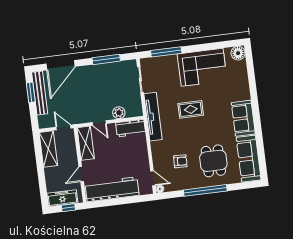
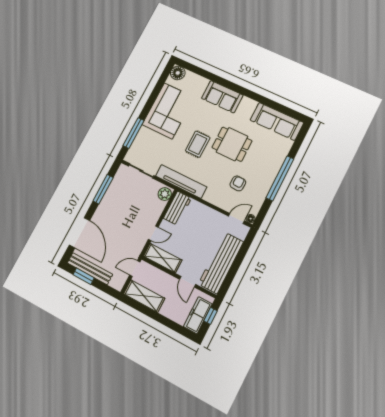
plant: (119, 113) -> (165, 194), moved
sofa: (243, 118) -> (222, 97), moved
dining table: (213, 161) -> (232, 144), moved

